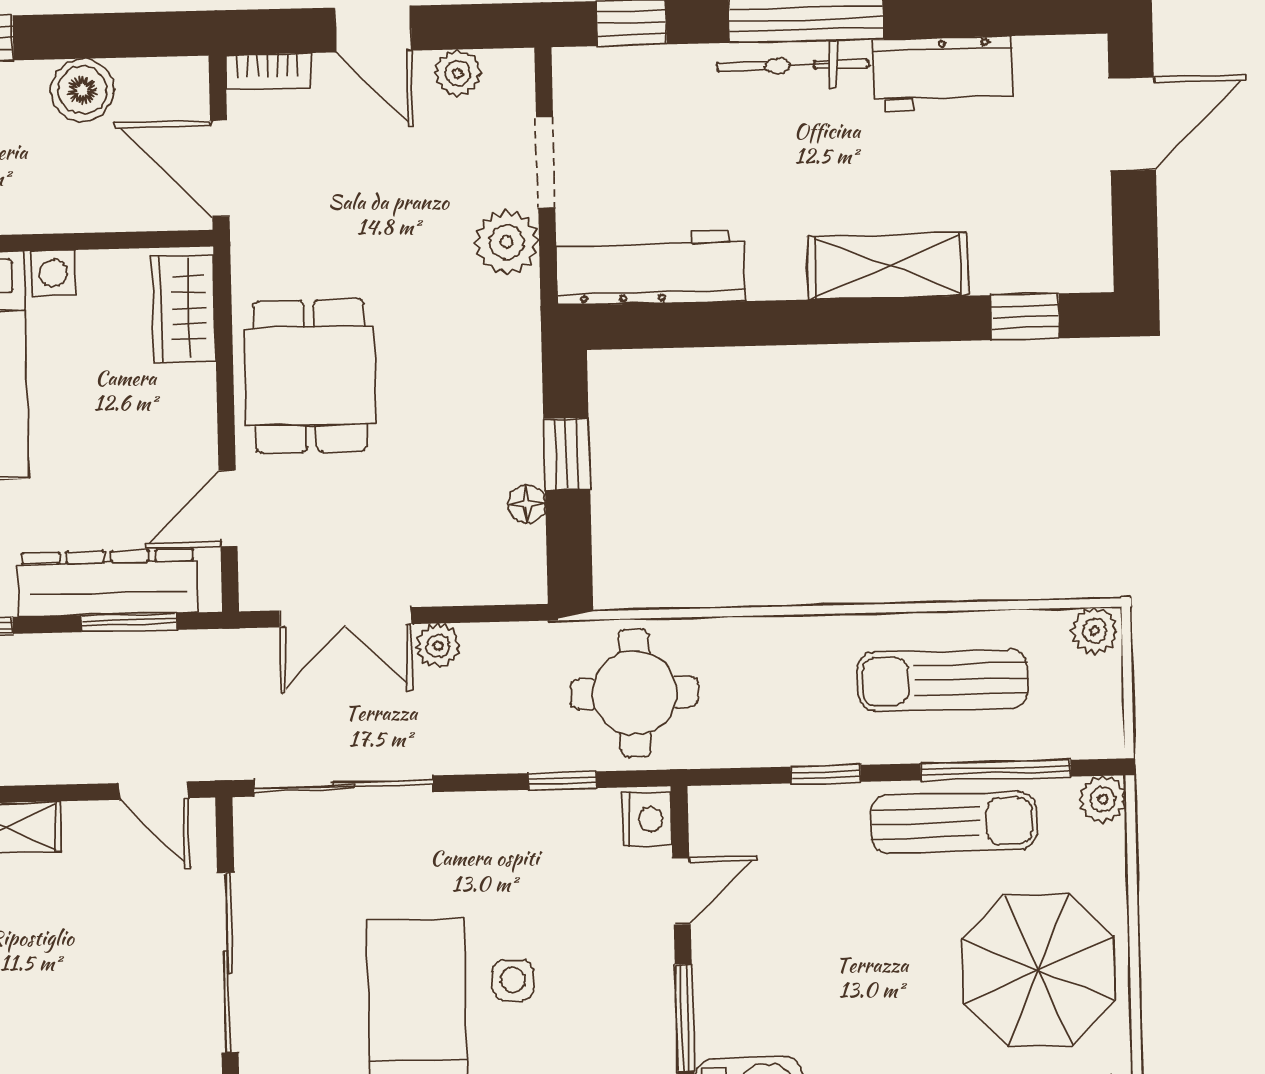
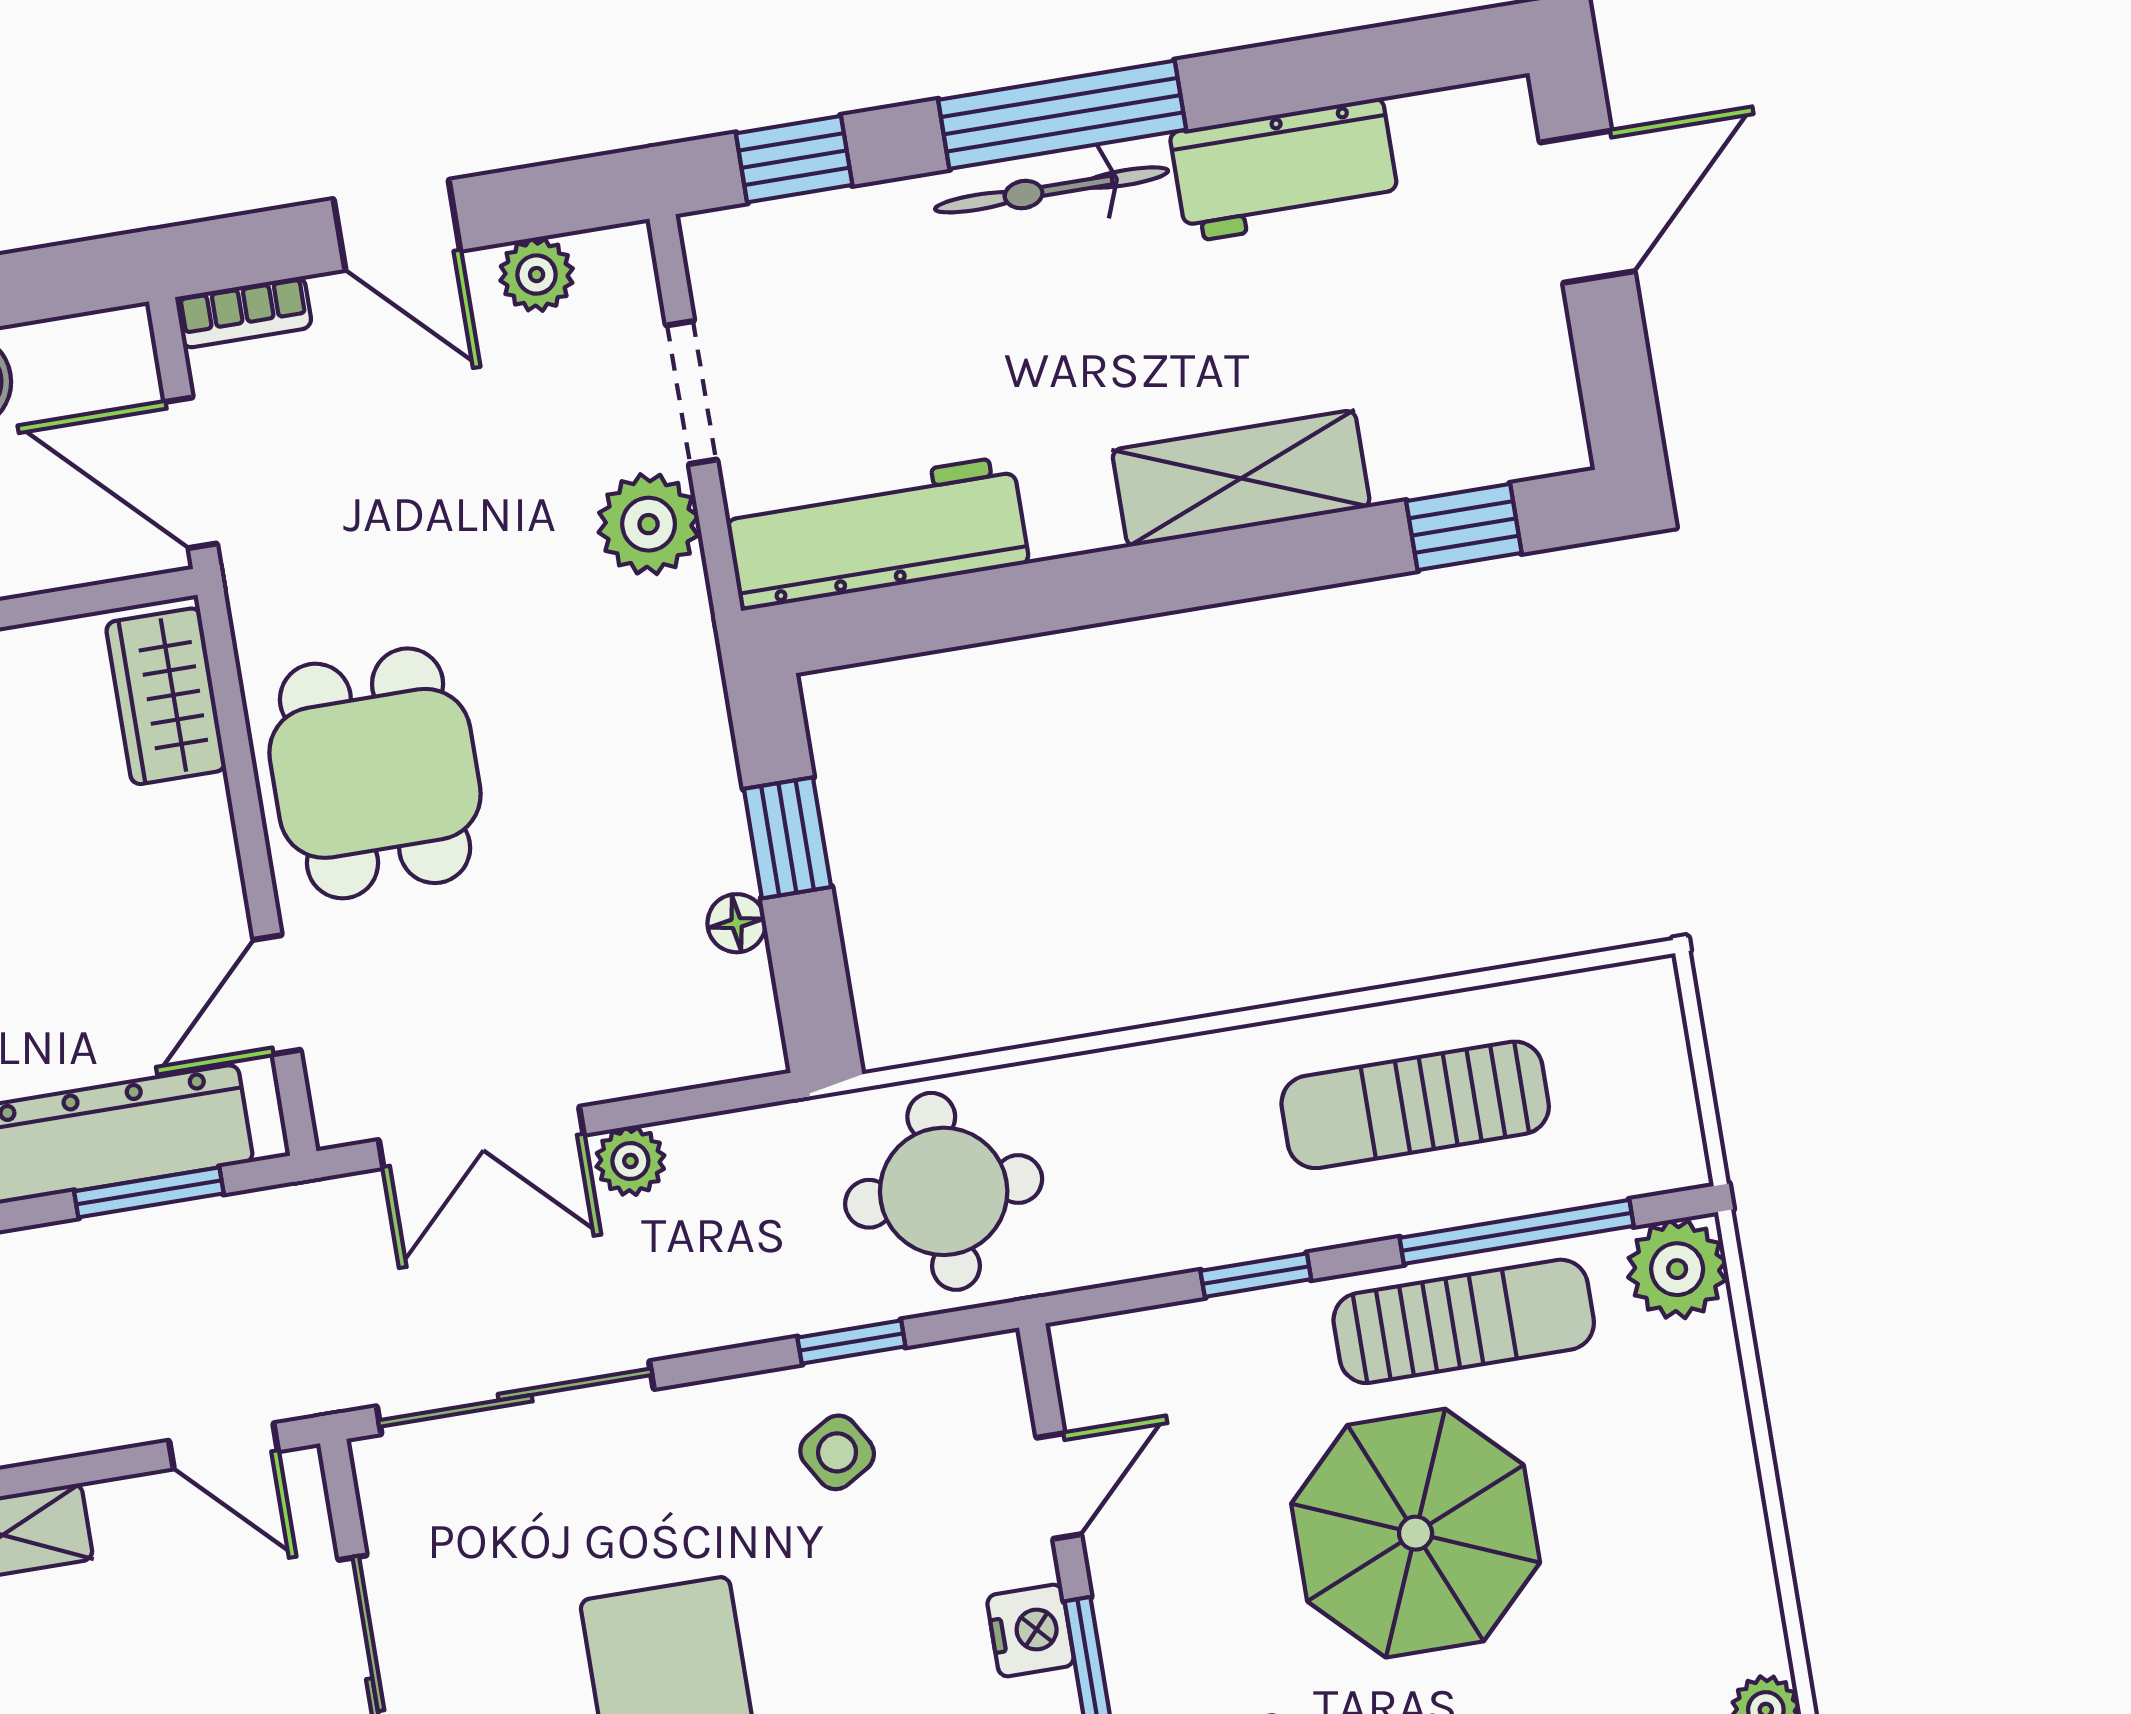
plant: (1095, 631) -> (1639, 996), removed
plant: (1103, 799) -> (1677, 1269), width x1.38, depth x1.38
nightstand: (647, 819) -> (1031, 1631), moved
parasol: (1038, 970) -> (1416, 1533), moved
side table: (513, 980) -> (837, 1452), moved, turned -31

